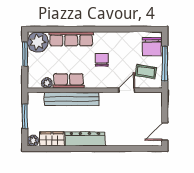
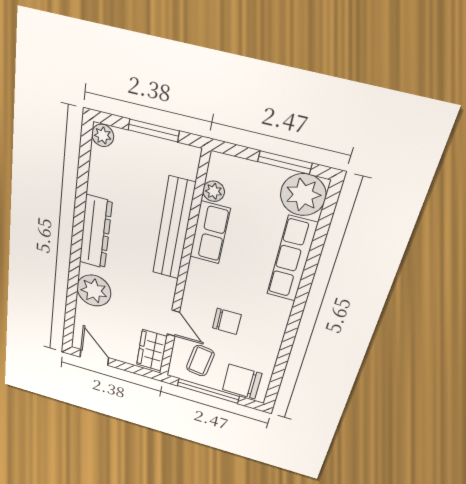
chair: (102, 60) -> (227, 321), moved
plant: (120, 136) -> (94, 291), added
wardrobe: (52, 139) -> (152, 350), moved, turned 180

